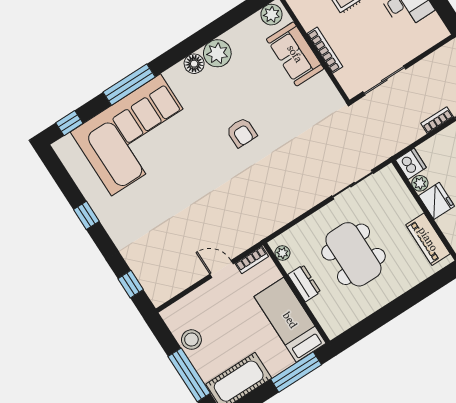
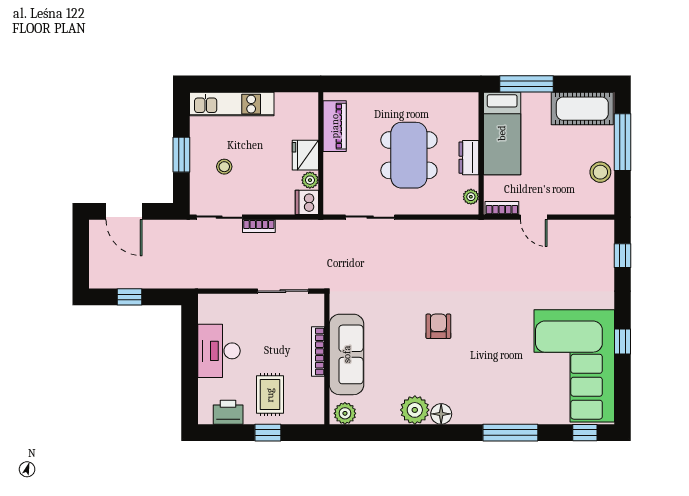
sofa: (295, 54) -> (347, 354), width x1.36
corner sofa: (136, 135) -> (574, 366), moved, turned -90

